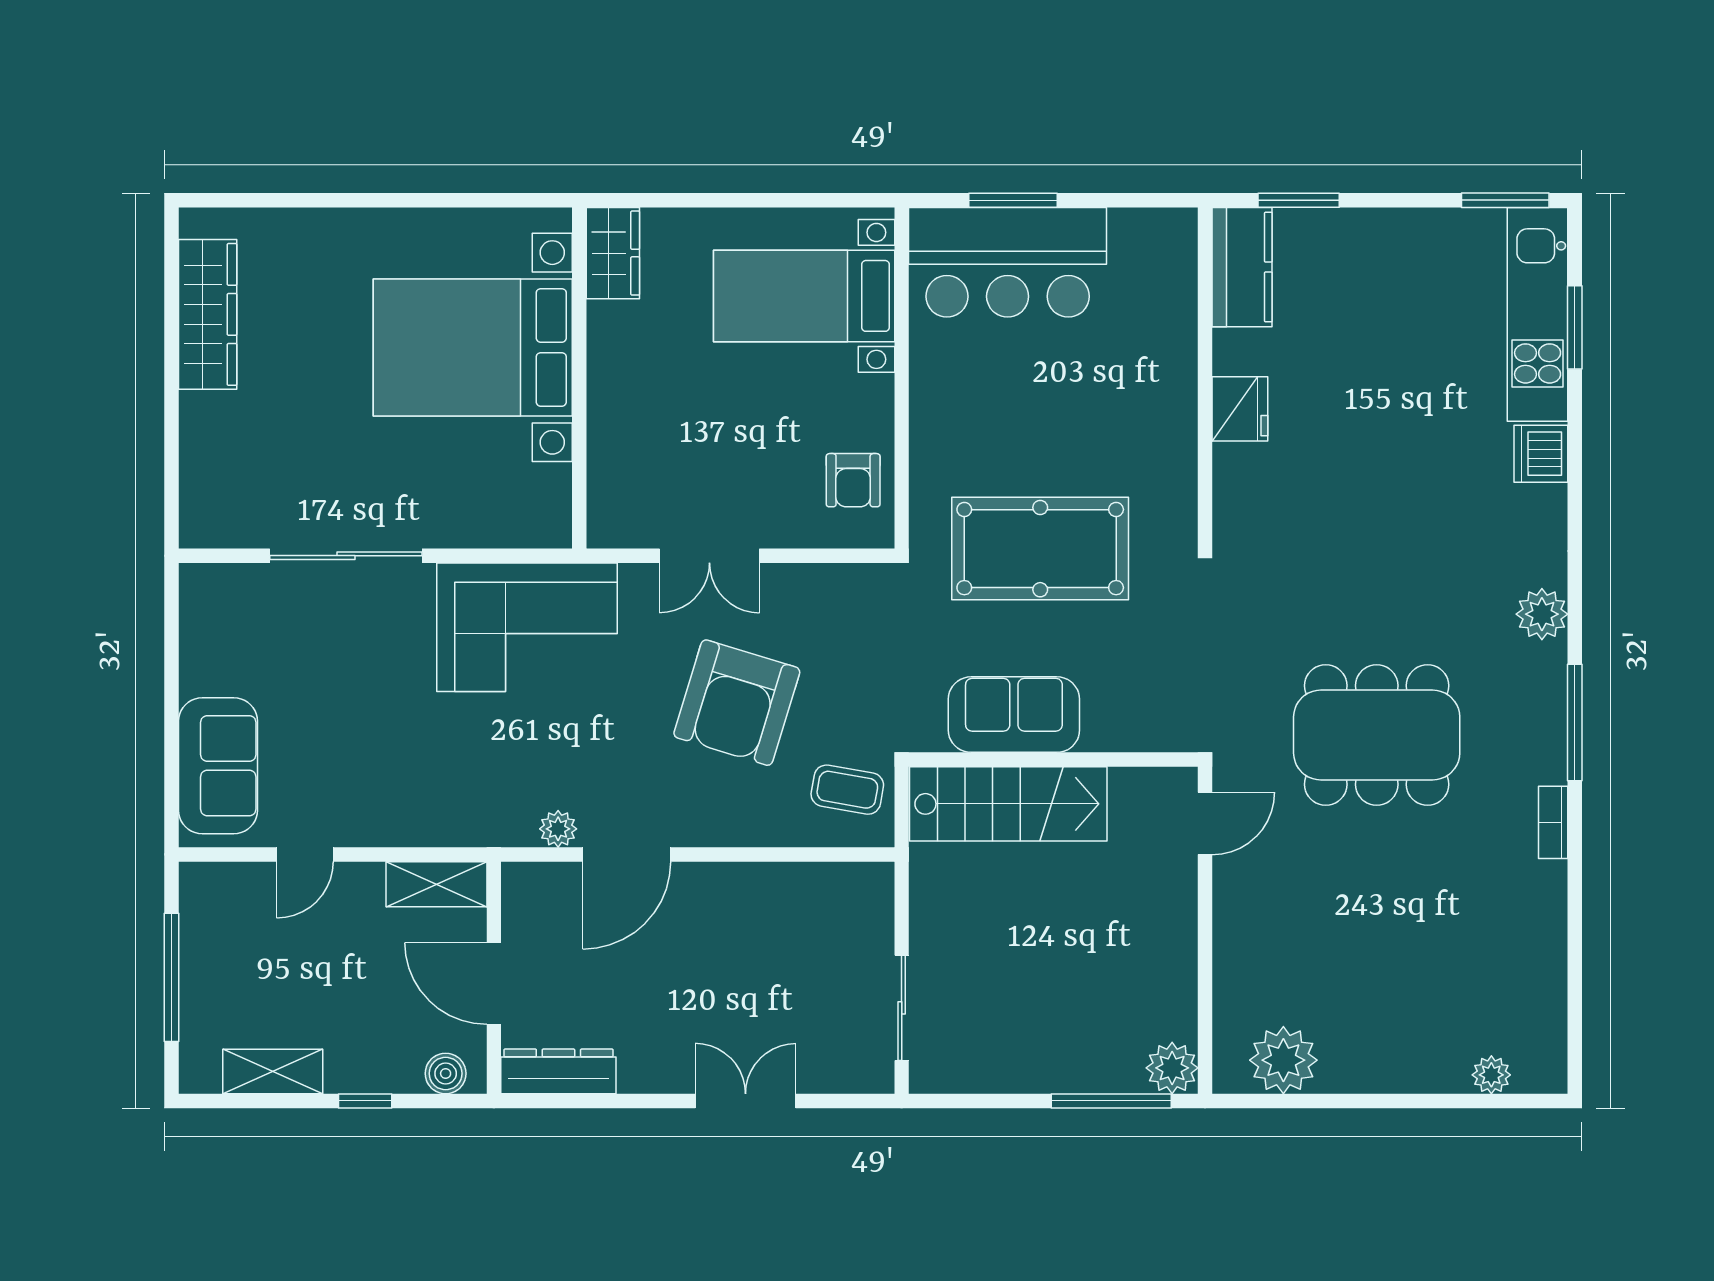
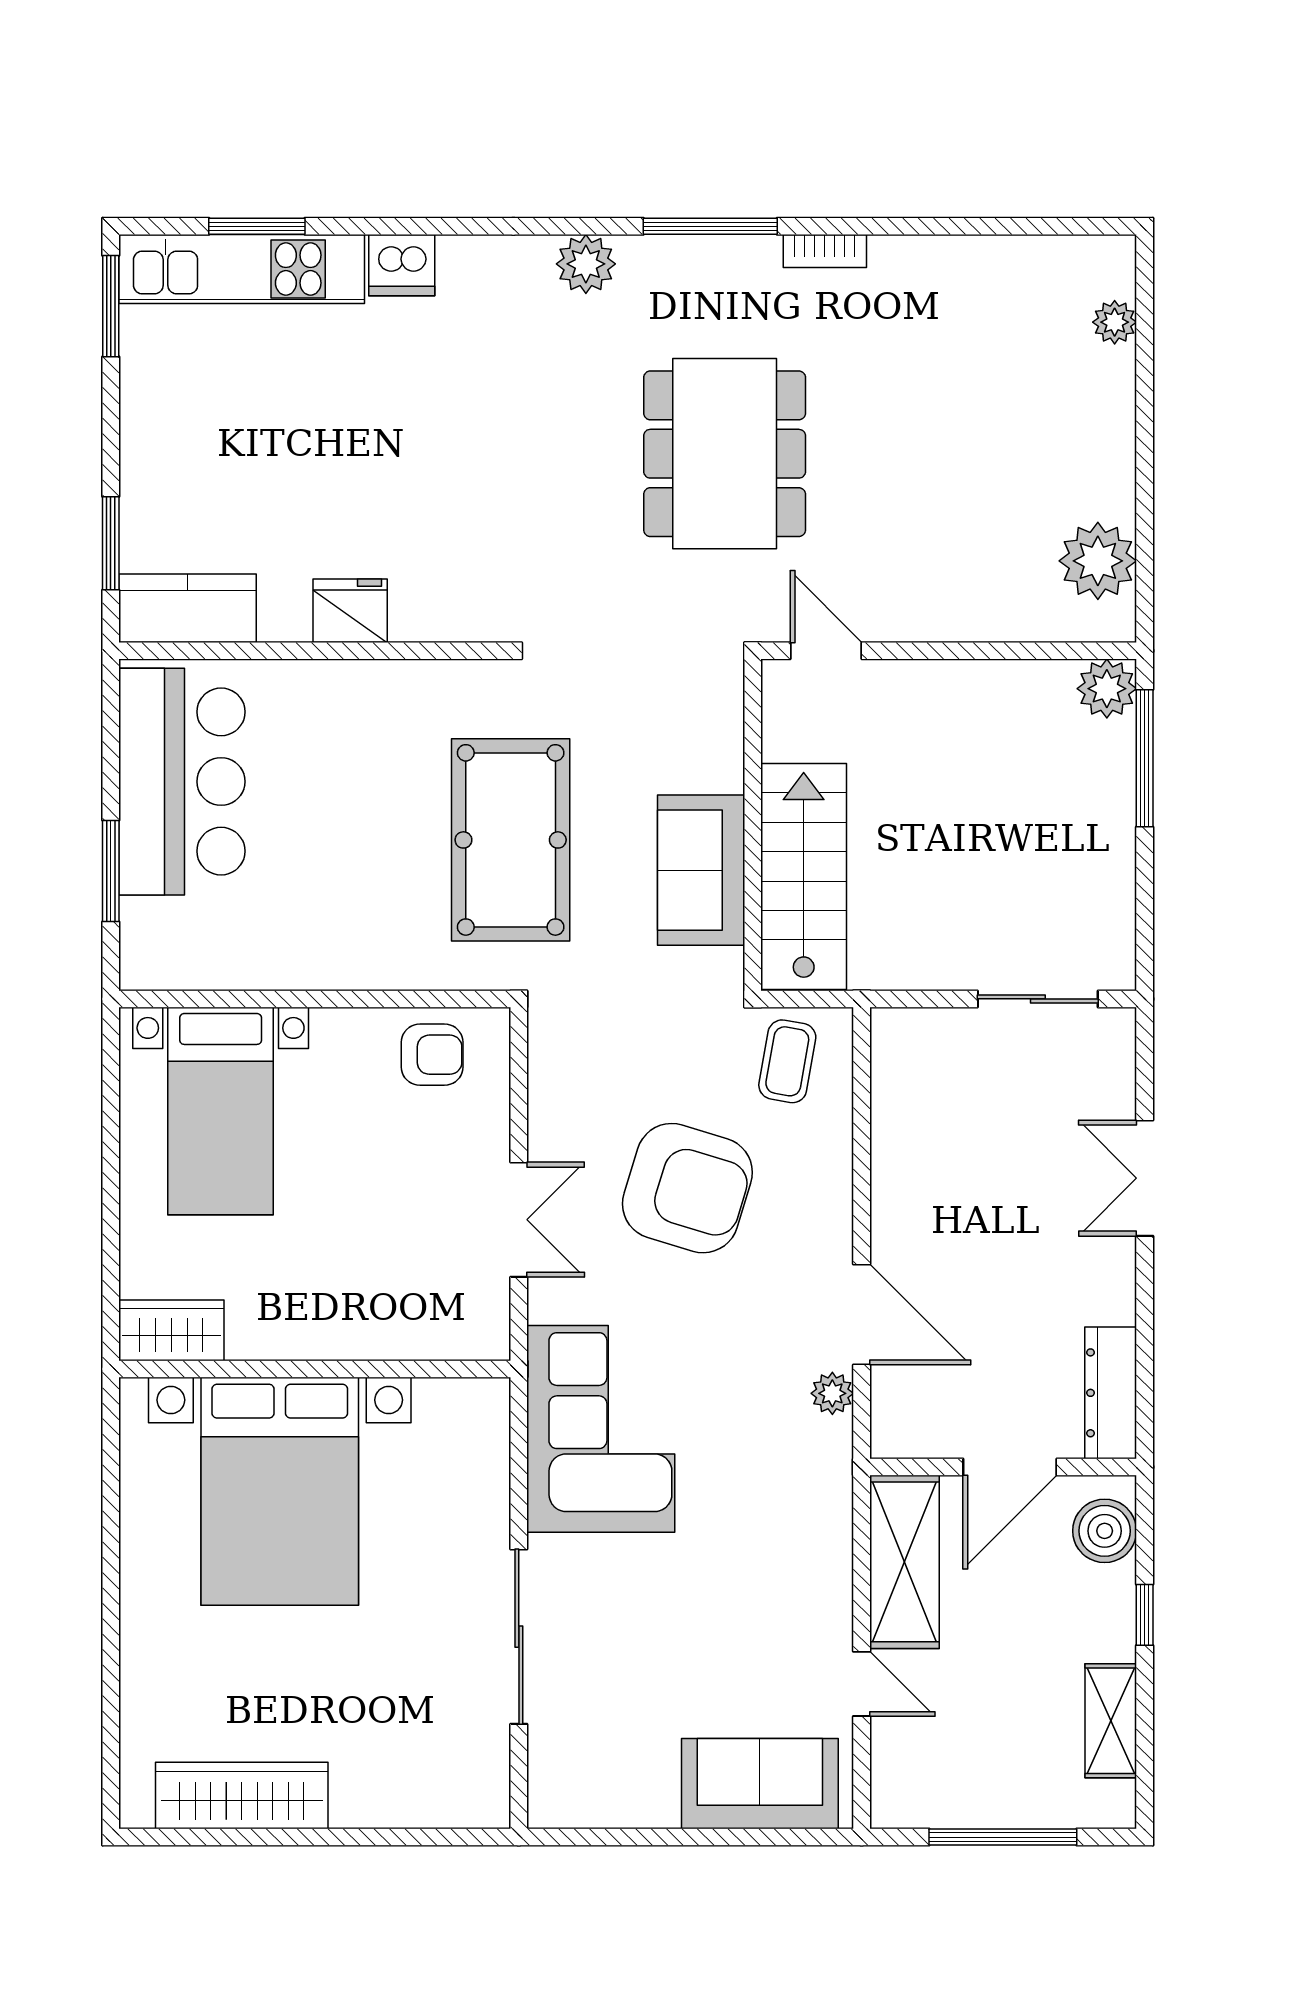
bar counter: (1008, 262) -> (182, 782), moved
shelving: (436, 884) -> (905, 1562), width x1.50, depth x1.33
boiler: (446, 1073) -> (1105, 1531), width x1.36, depth x1.36

